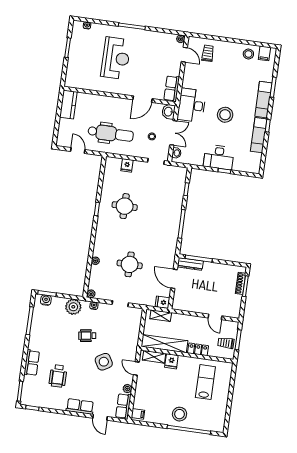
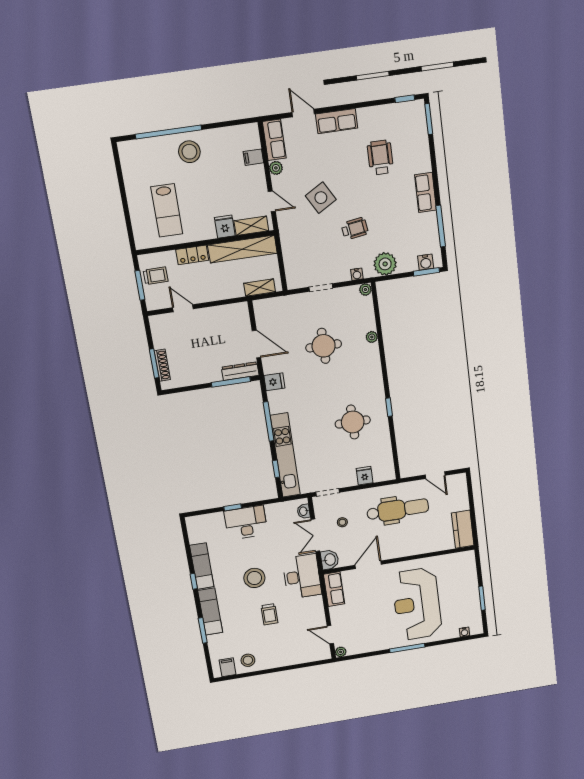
trolley: (208, 53) -> (269, 614), moved
reception desk: (116, 58) -> (417, 604), width x1.36, depth x1.30
dental chair: (111, 134) -> (398, 510), turned 180
kitchen unit: (177, 197) -> (285, 455), added
fridge: (162, 302) -> (274, 382), moved
row of seats: (32, 363) -> (426, 192), moved
filing cabinet: (138, 414) -> (253, 157), moved

